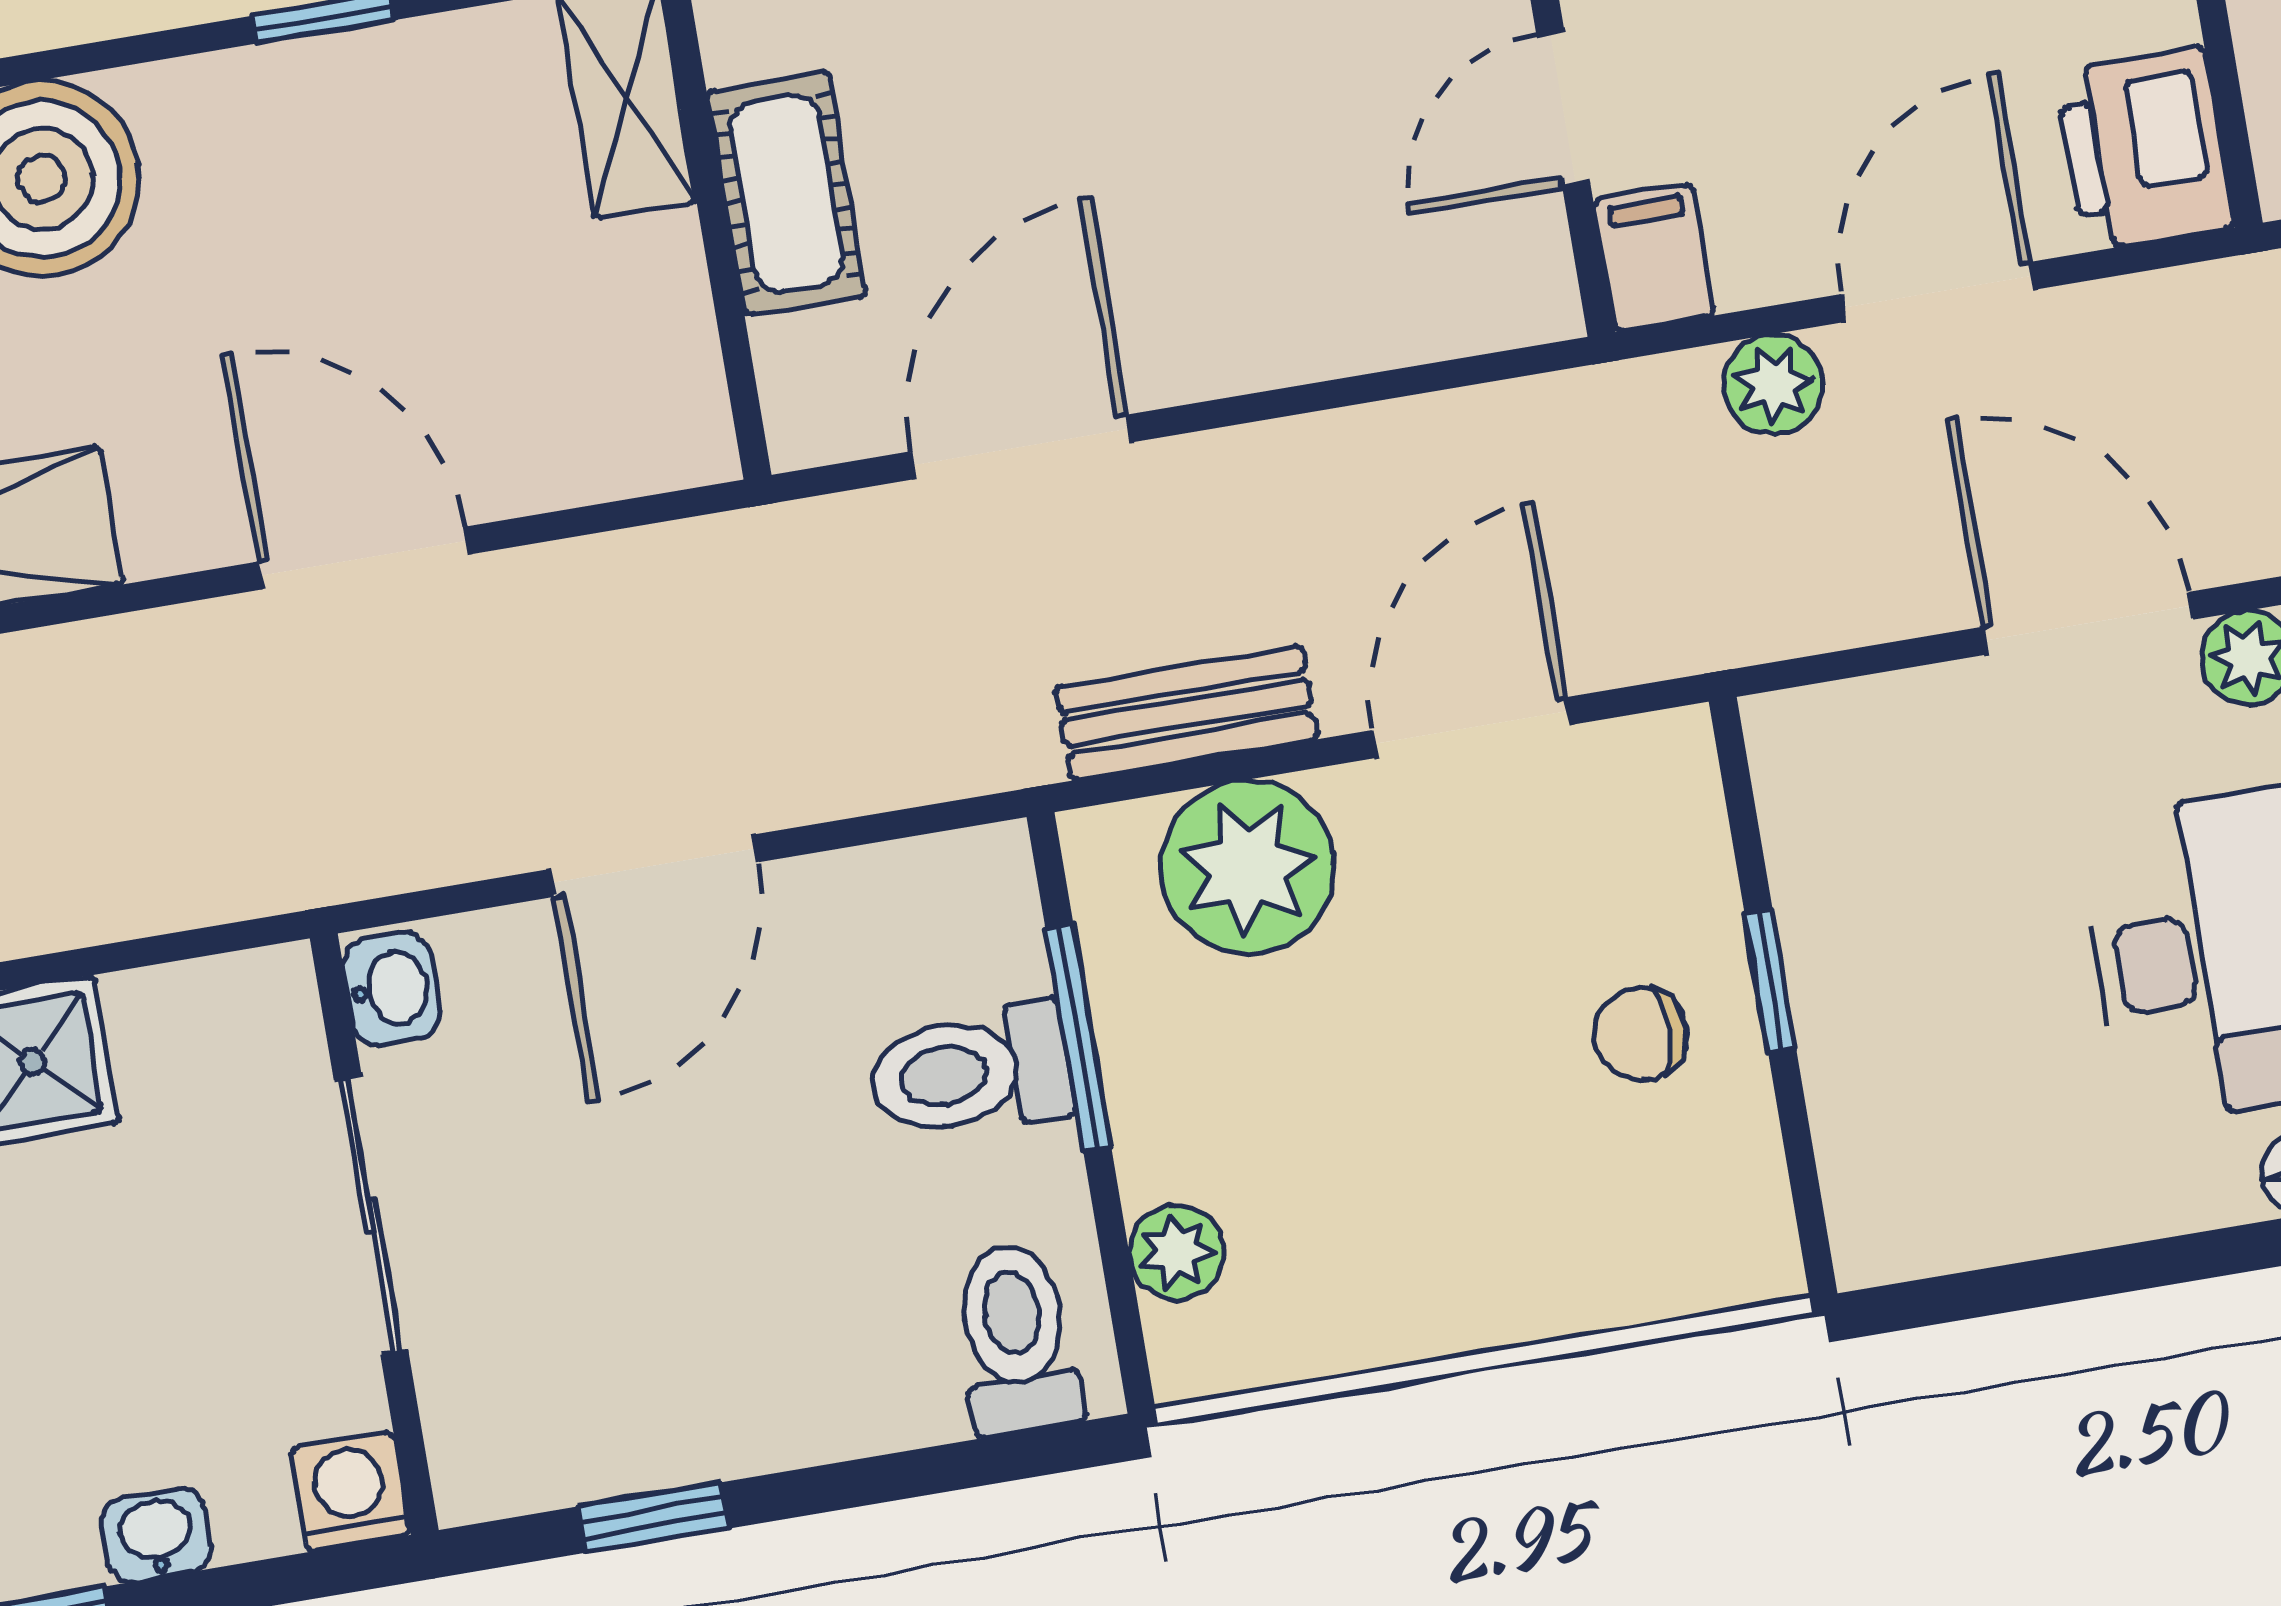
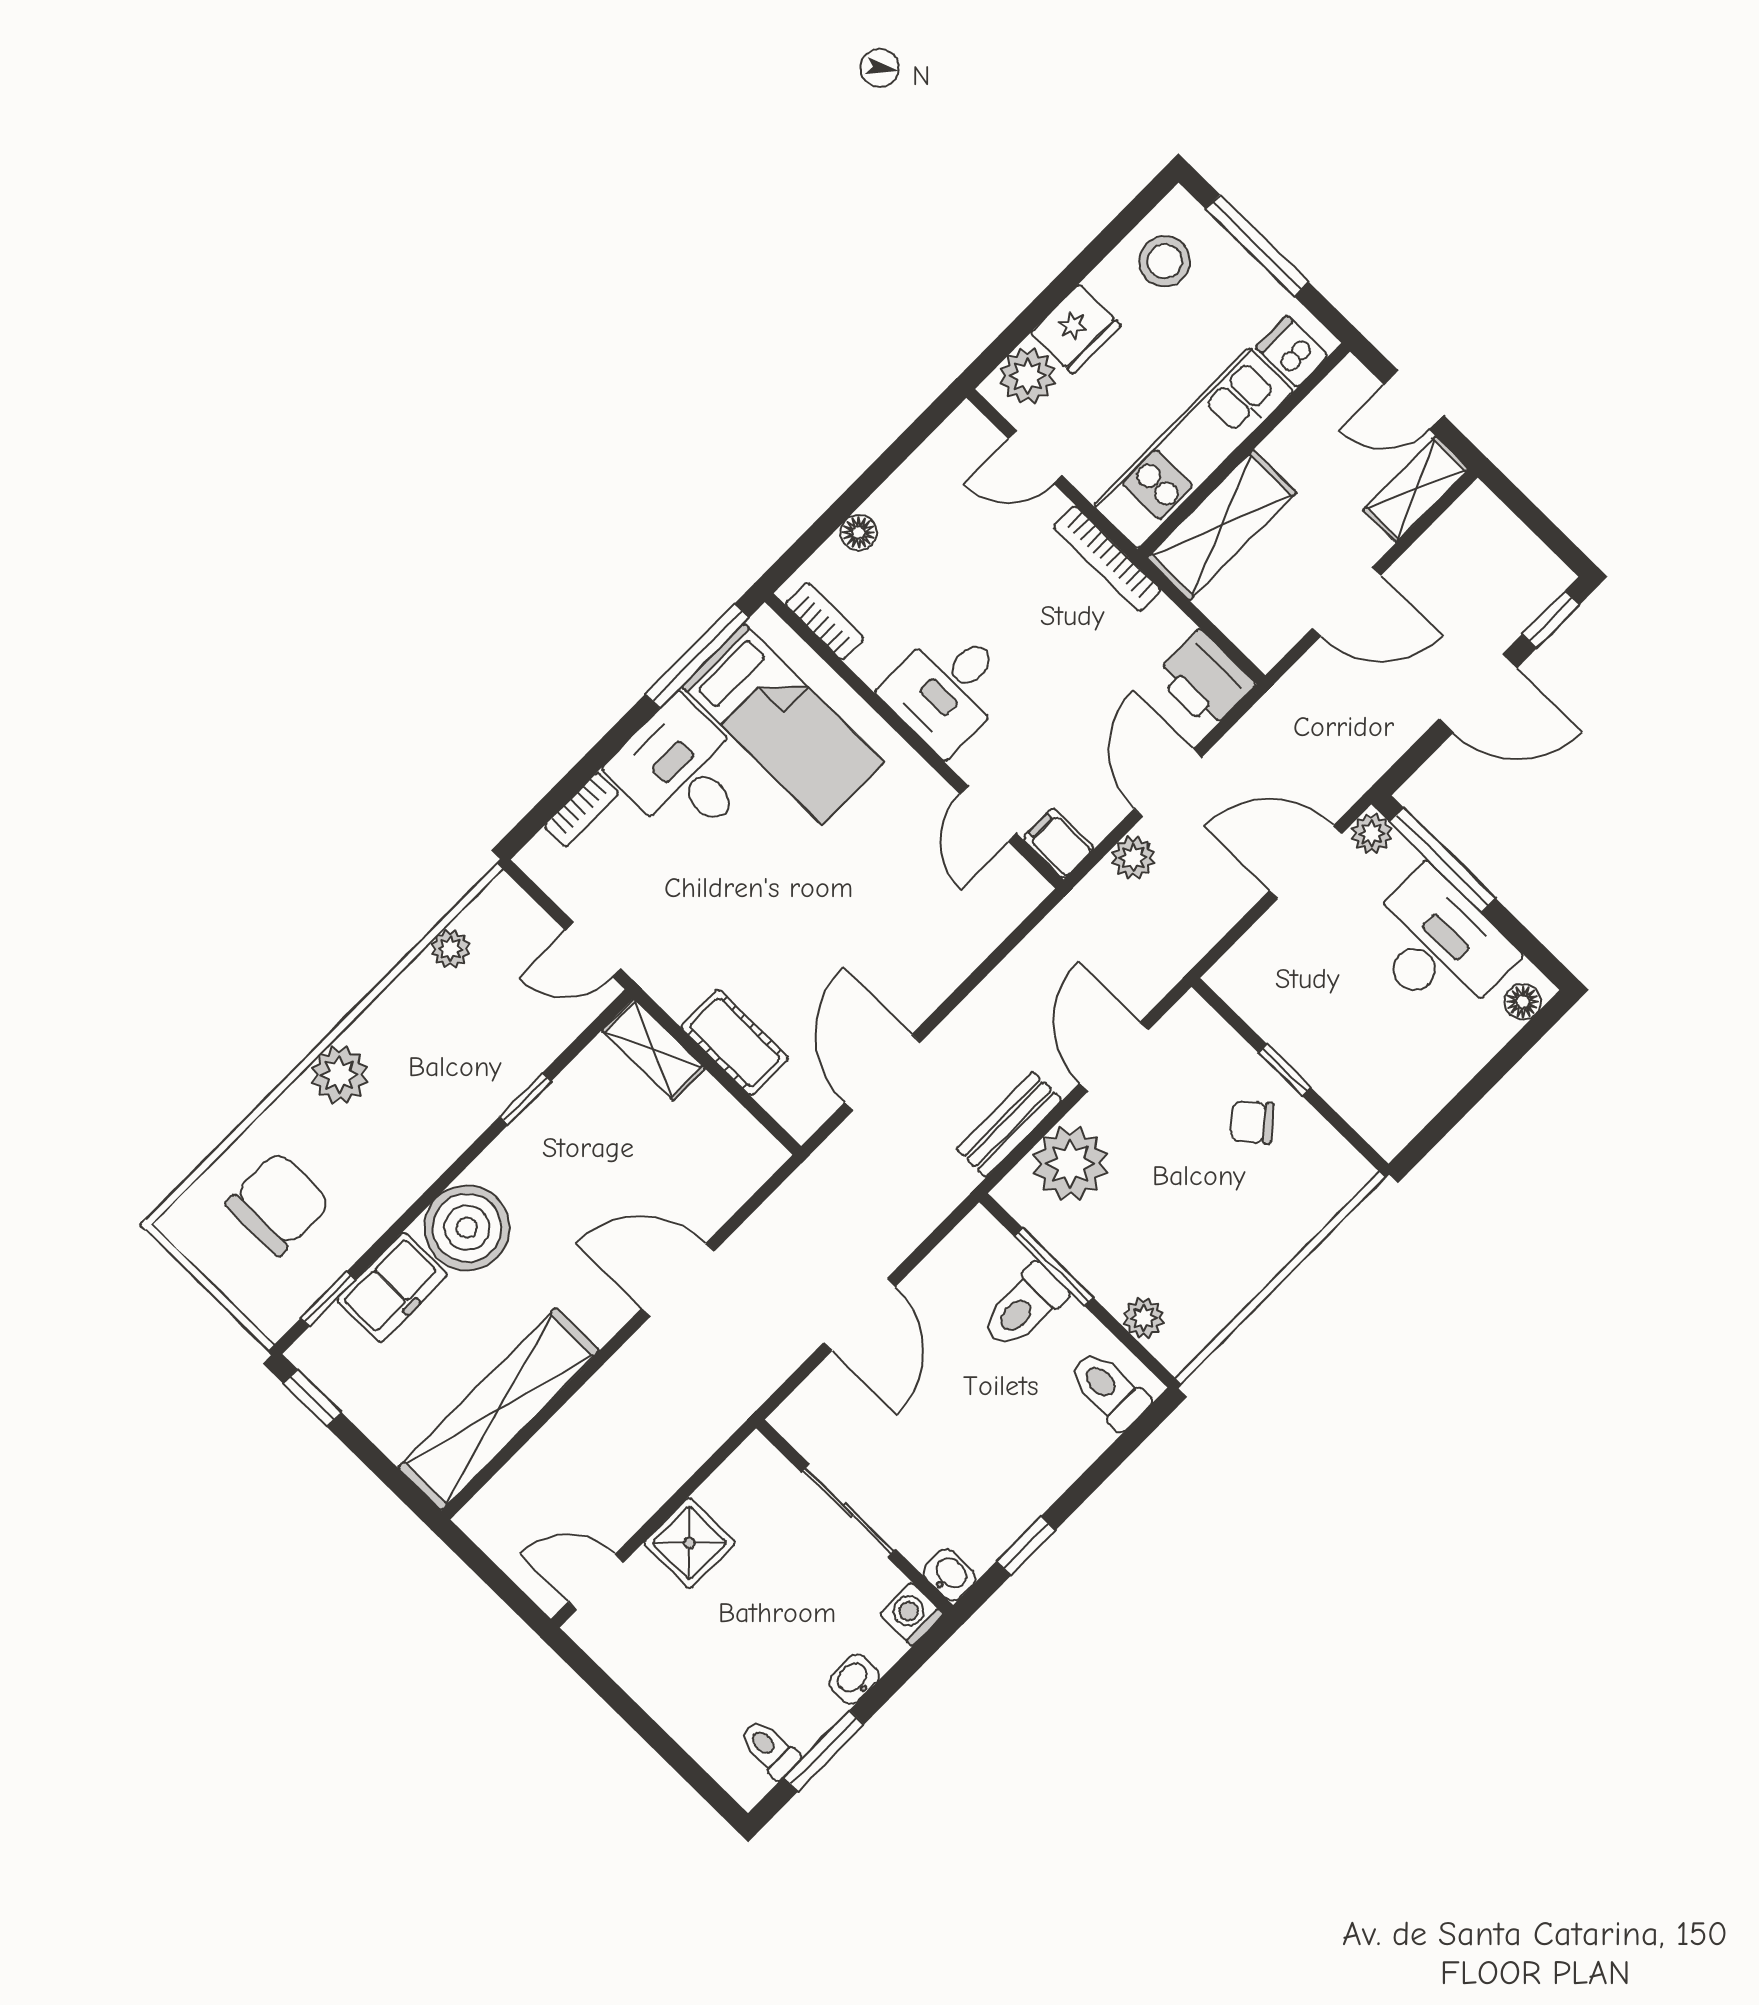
washbasin: (391, 989) -> (950, 1575), moved
chair: (1640, 1034) -> (1252, 1122), turned 50

